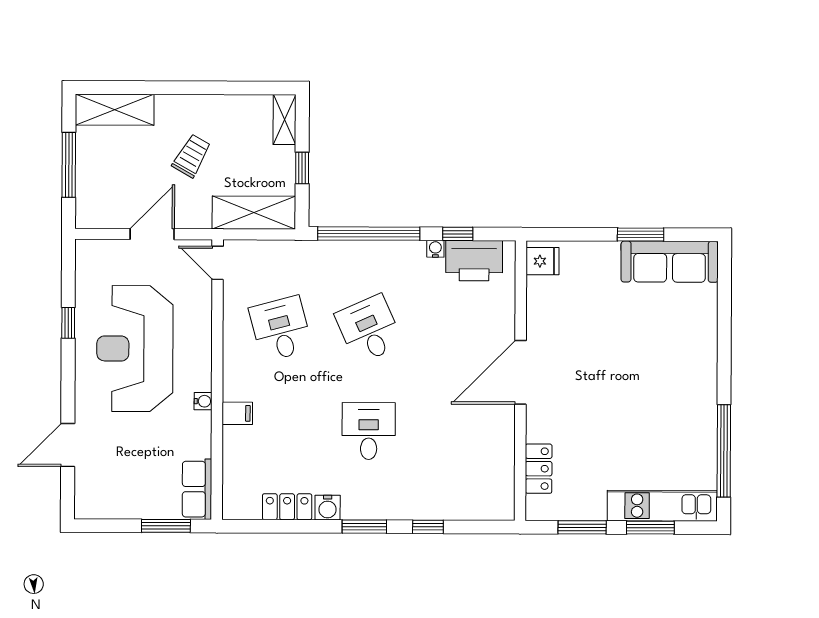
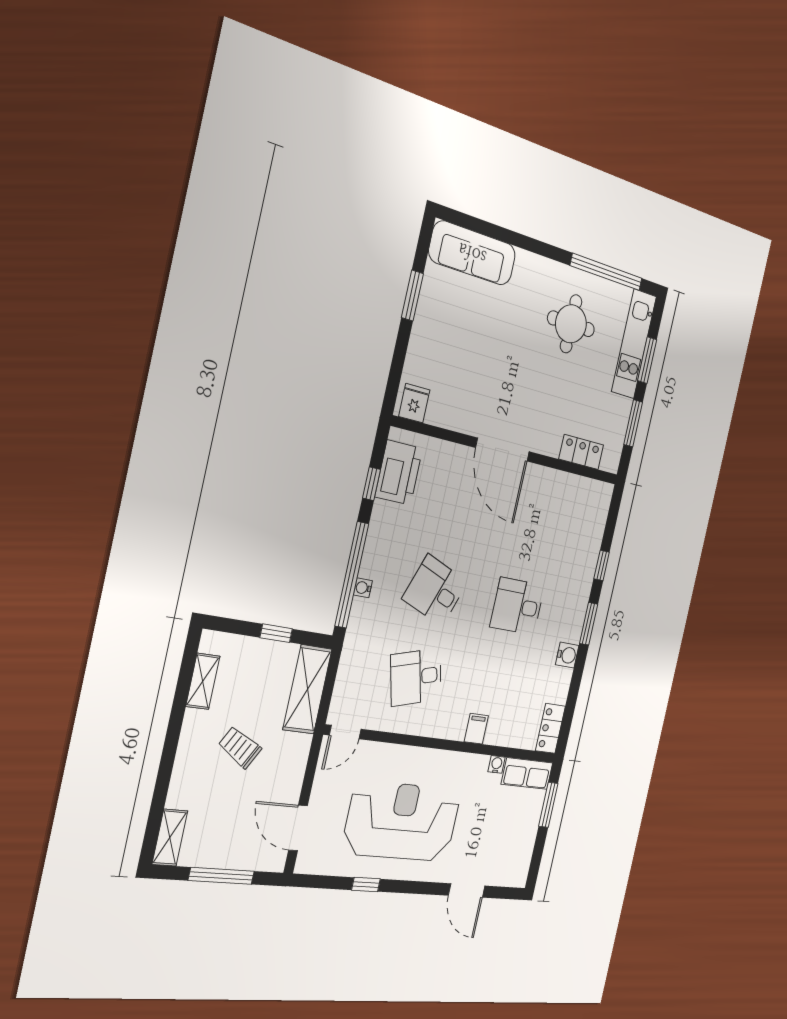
shelving: (115, 110) -> (170, 838), width x0.67, depth x0.75
shelving: (285, 120) -> (203, 681), moved, turned 90
door: (152, 234) -> (298, 828), moved
water cooler: (435, 249) -> (363, 588), moved
sofa: (670, 262) -> (472, 253), moved, turned 90
desk: (369, 329) -> (435, 590), turned 45
reception desk: (135, 349) -> (402, 821), turned 180
water cooler: (203, 401) -> (497, 764), moved
round table: (662, 421) -> (571, 324), added
locker: (287, 507) -> (550, 728), moved

